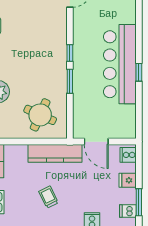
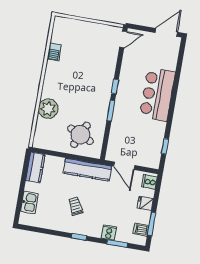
bar counter: (120, 64) -> (157, 94), width x0.73
window: (139, 72) -> (165, 146), moved

